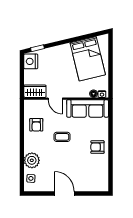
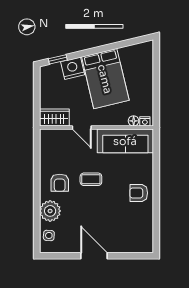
bed: (88, 59) -> (105, 79), moved
nightstand: (31, 61) -> (73, 68), moved, turned 77
armchair: (36, 125) -> (60, 183), moved

